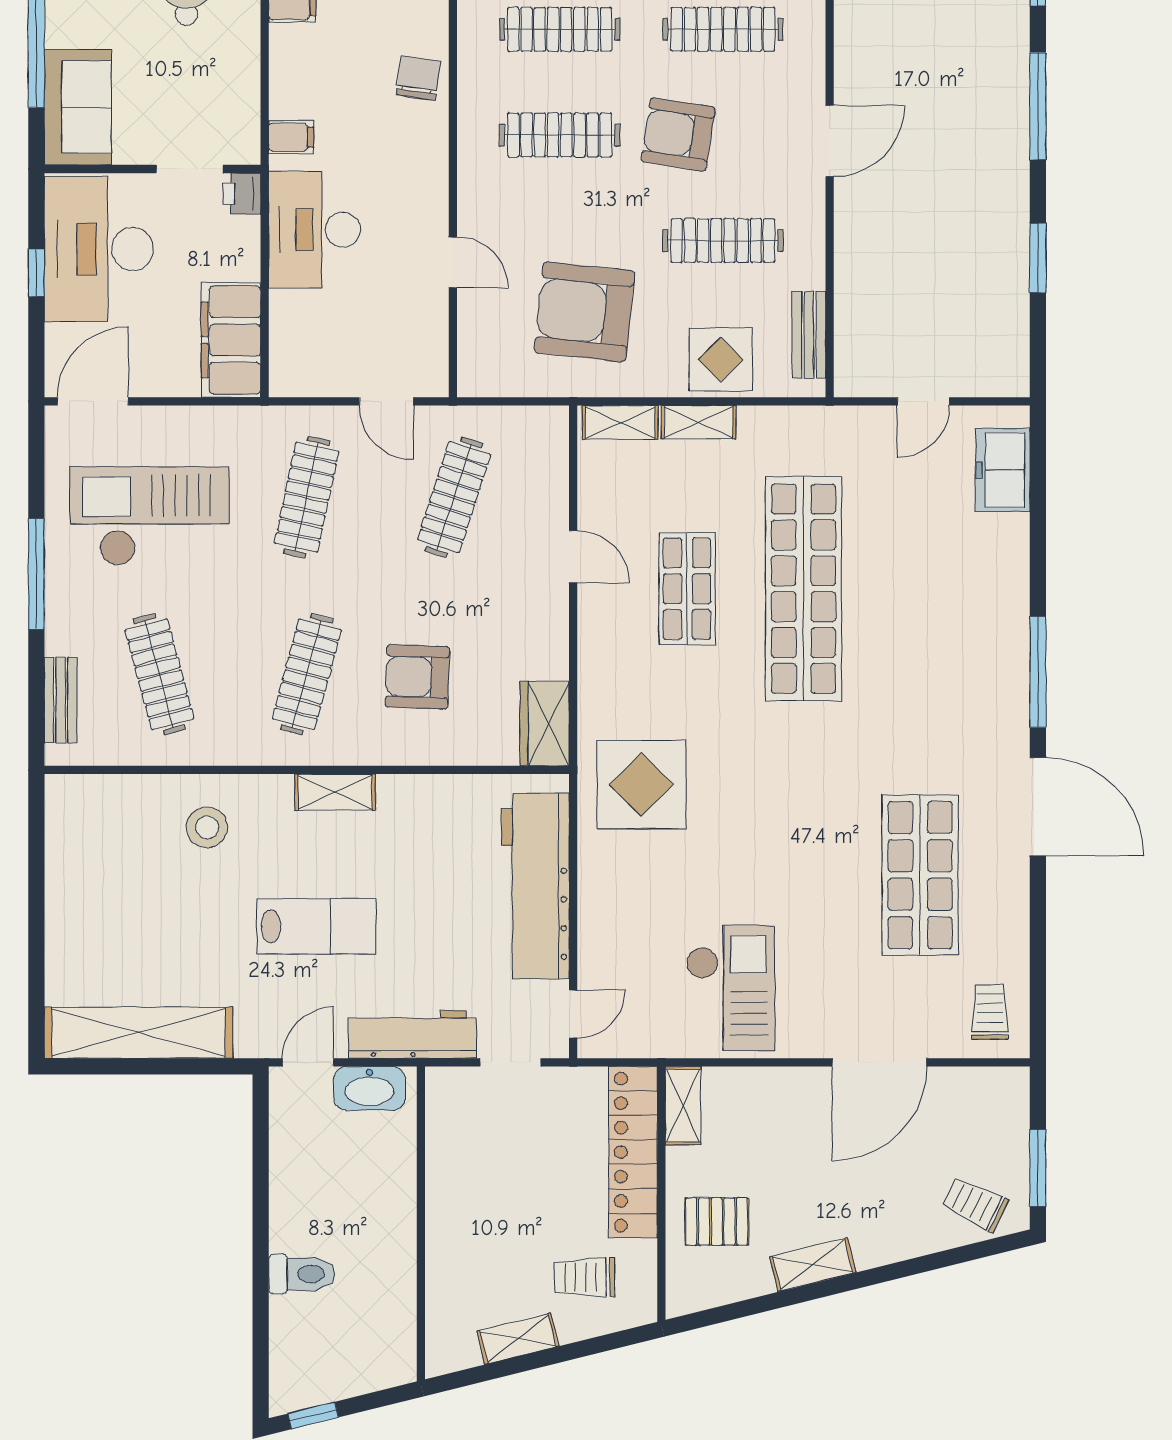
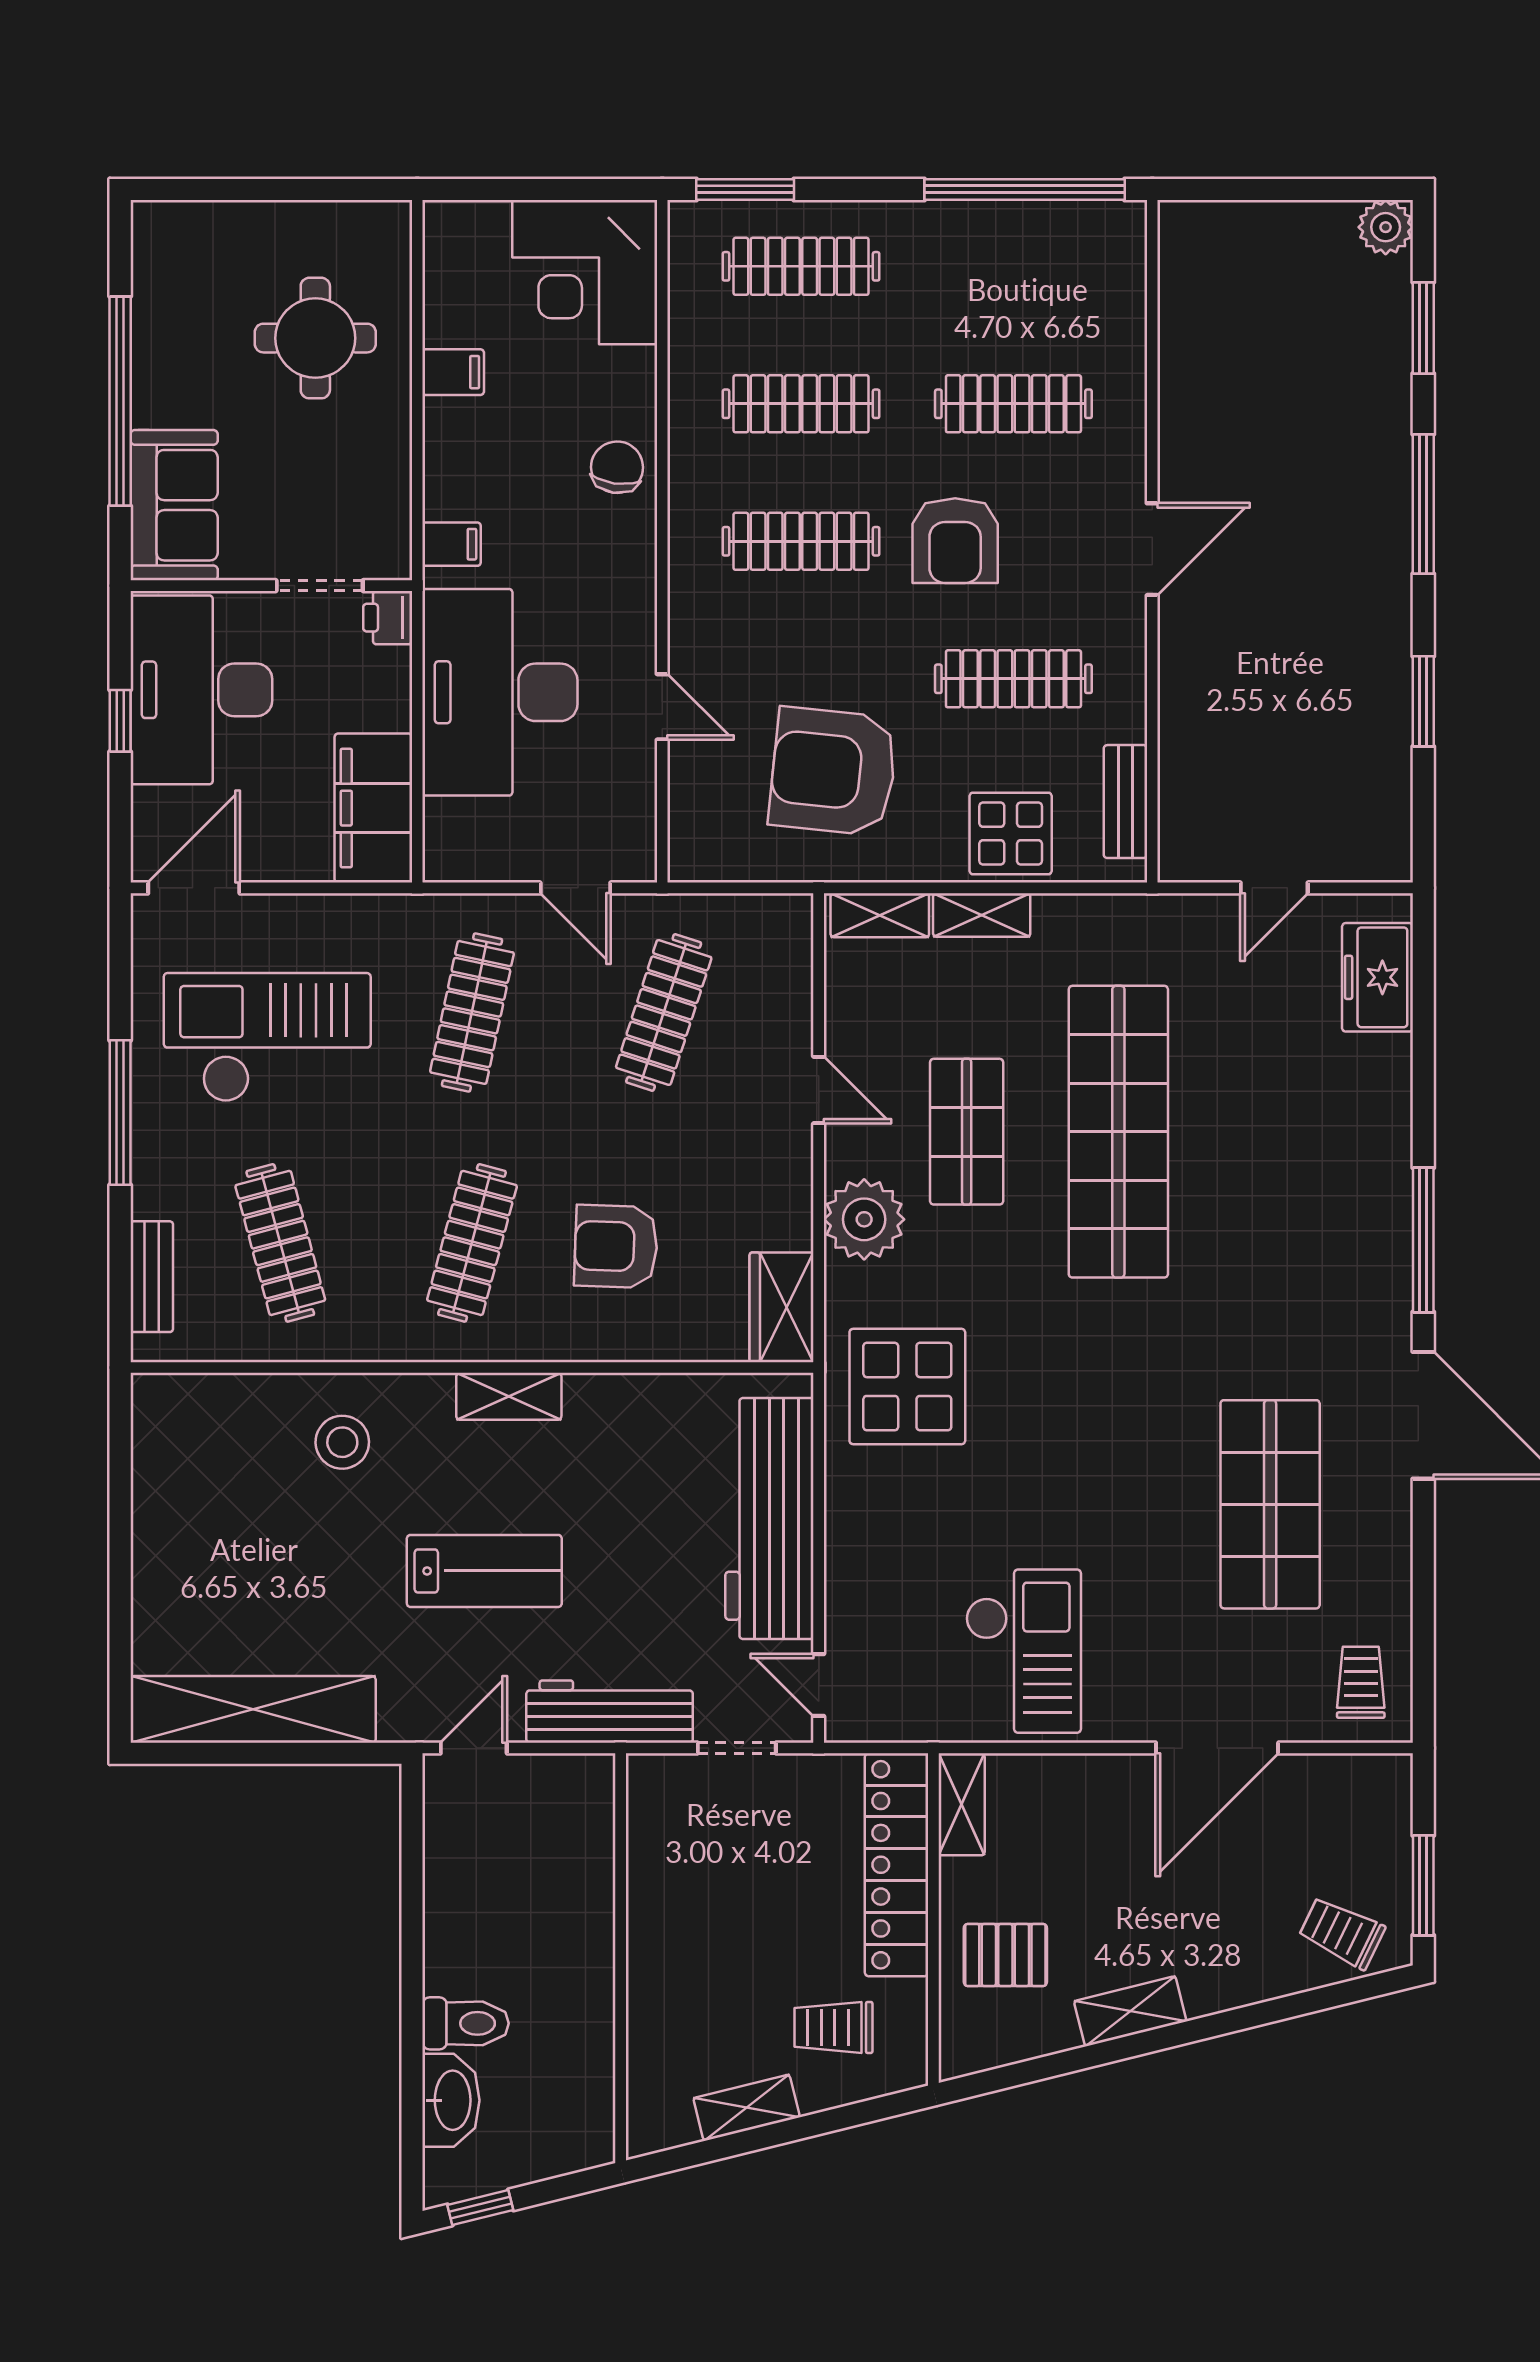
armchair: (678, 134) -> (955, 541), turned -99
desk: (314, 230) -> (500, 692), width x1.36, depth x1.30
plant: (608, 656) -> (864, 1219), added
door: (573, 1014) -> (819, 1685), swing flipped
washbasin: (370, 1088) -> (451, 2100), moved, turned -90

